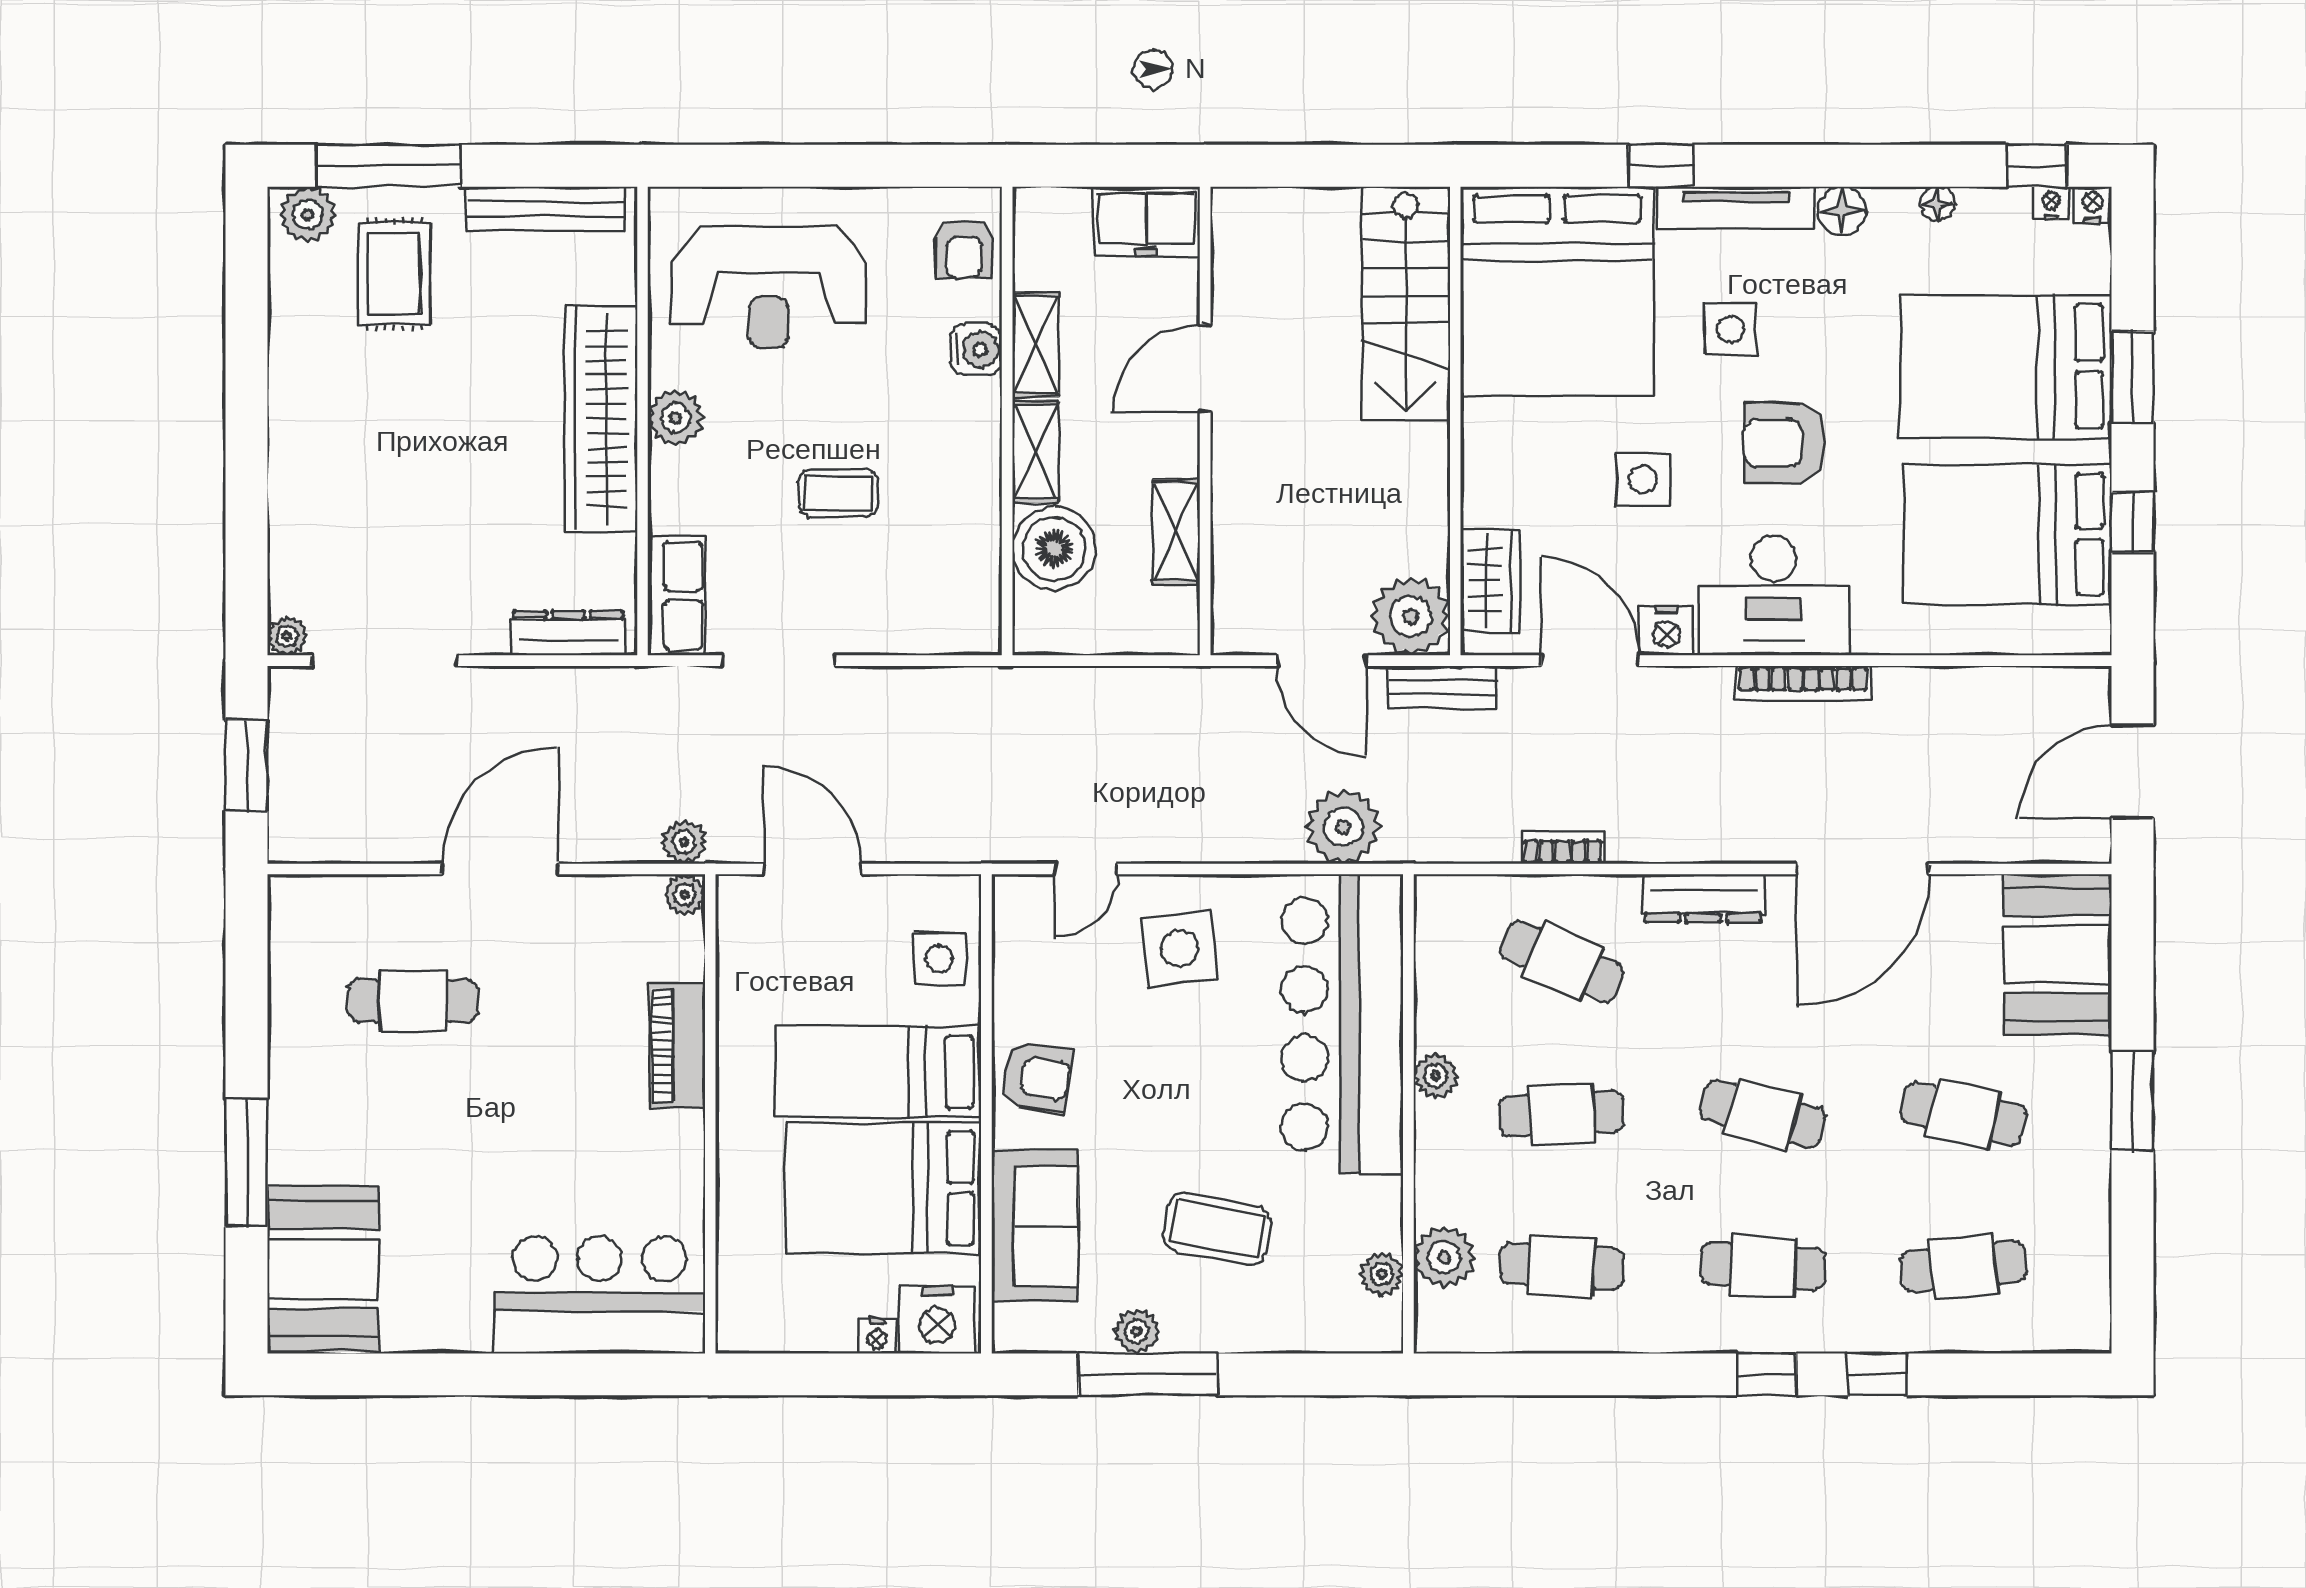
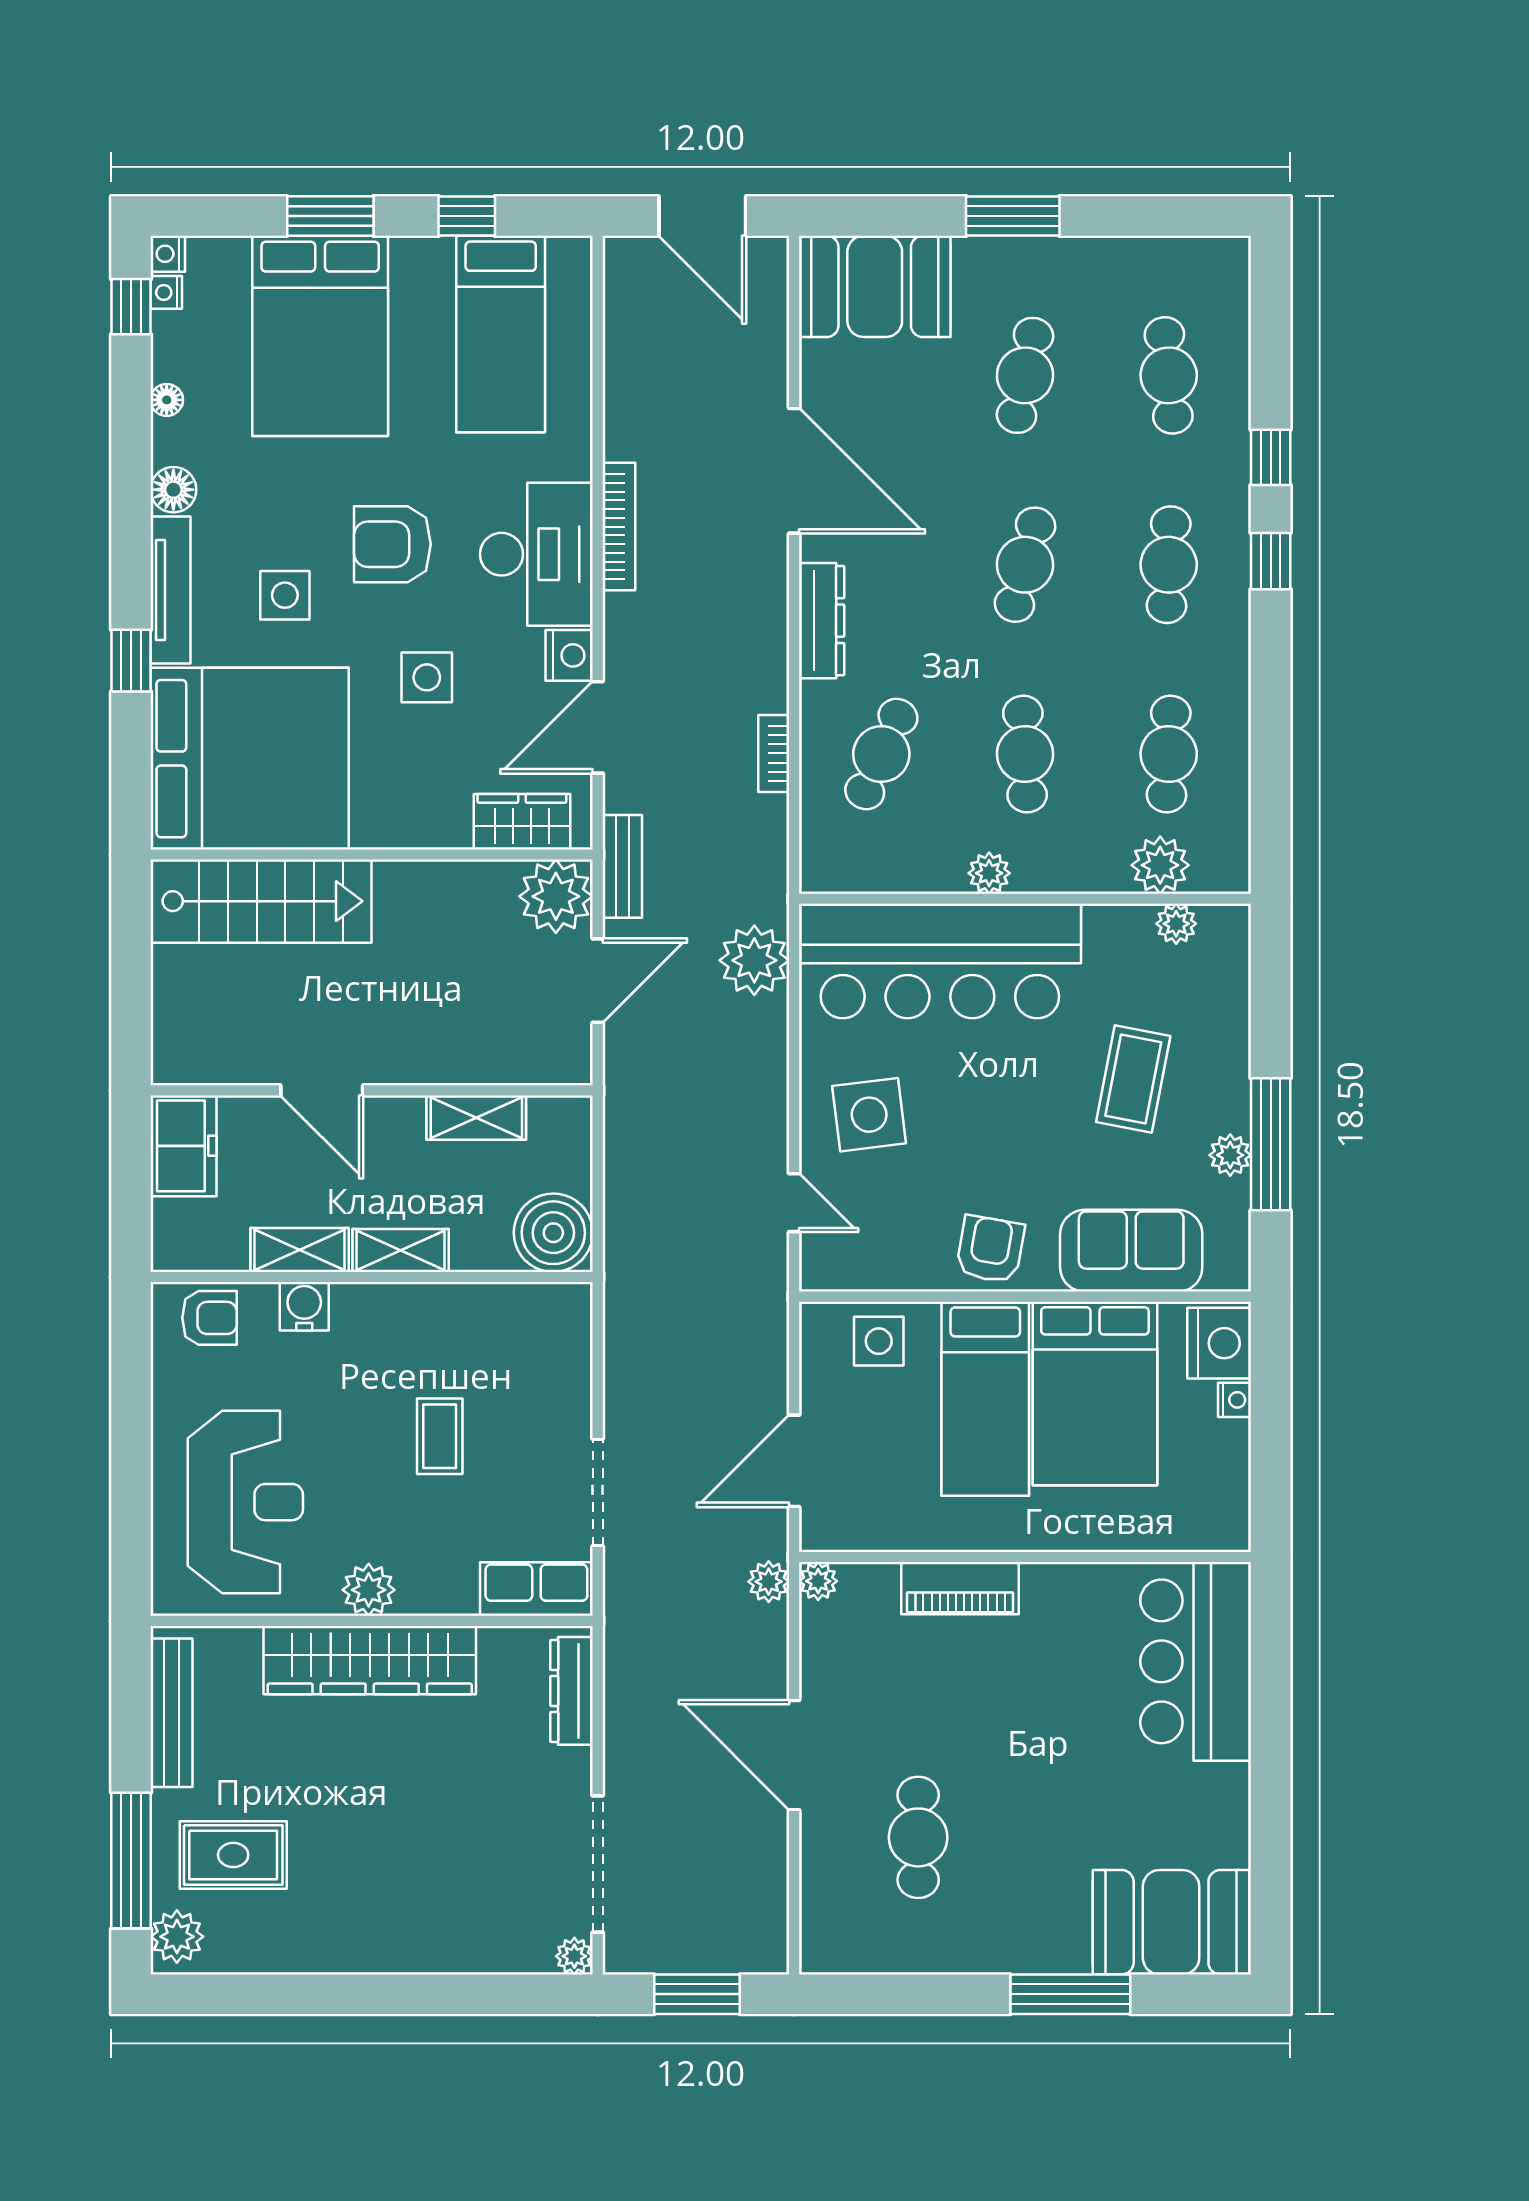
armchair: (1784, 443) -> (392, 544), turned 90
bed: (2007, 534) -> (501, 334), width x0.67
boiler: (1054, 548) -> (553, 1233), moved

